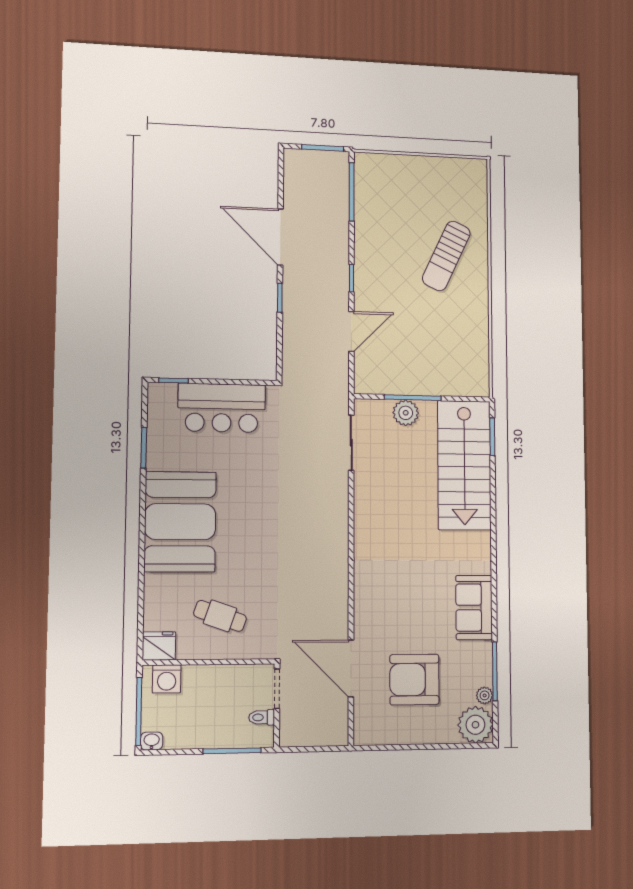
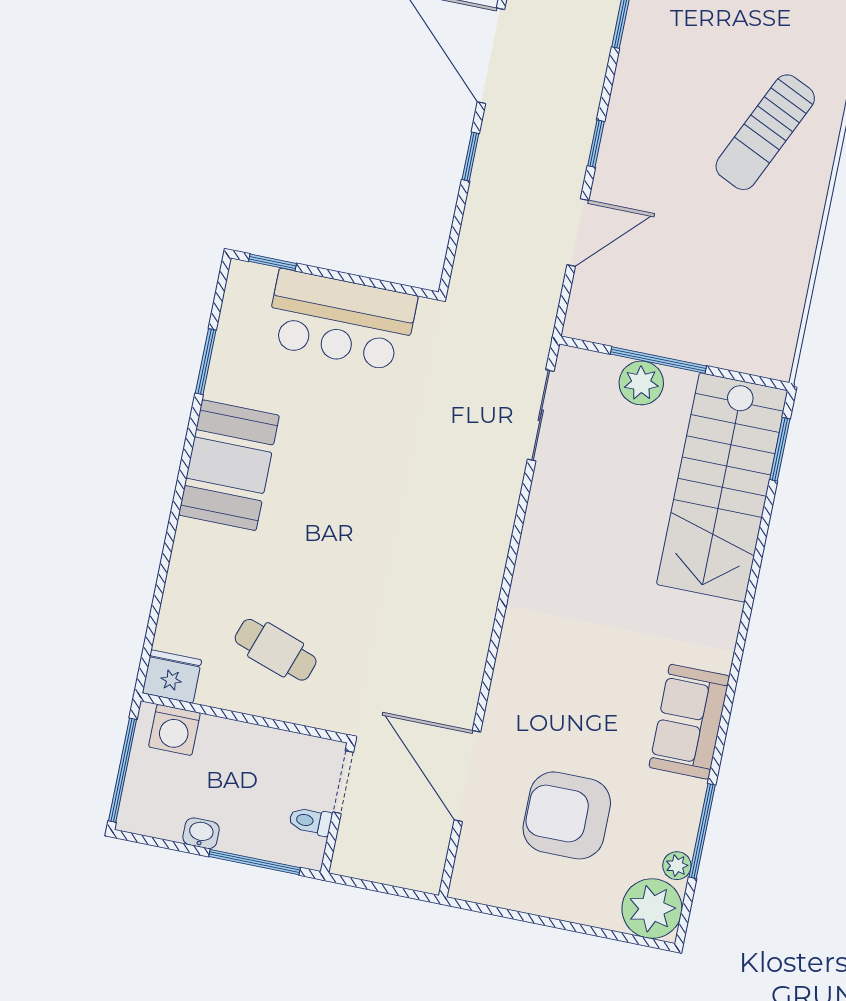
booth: (180, 522) -> (229, 465), width x0.73, depth x0.70
washbasin: (152, 741) -> (201, 833), moved

